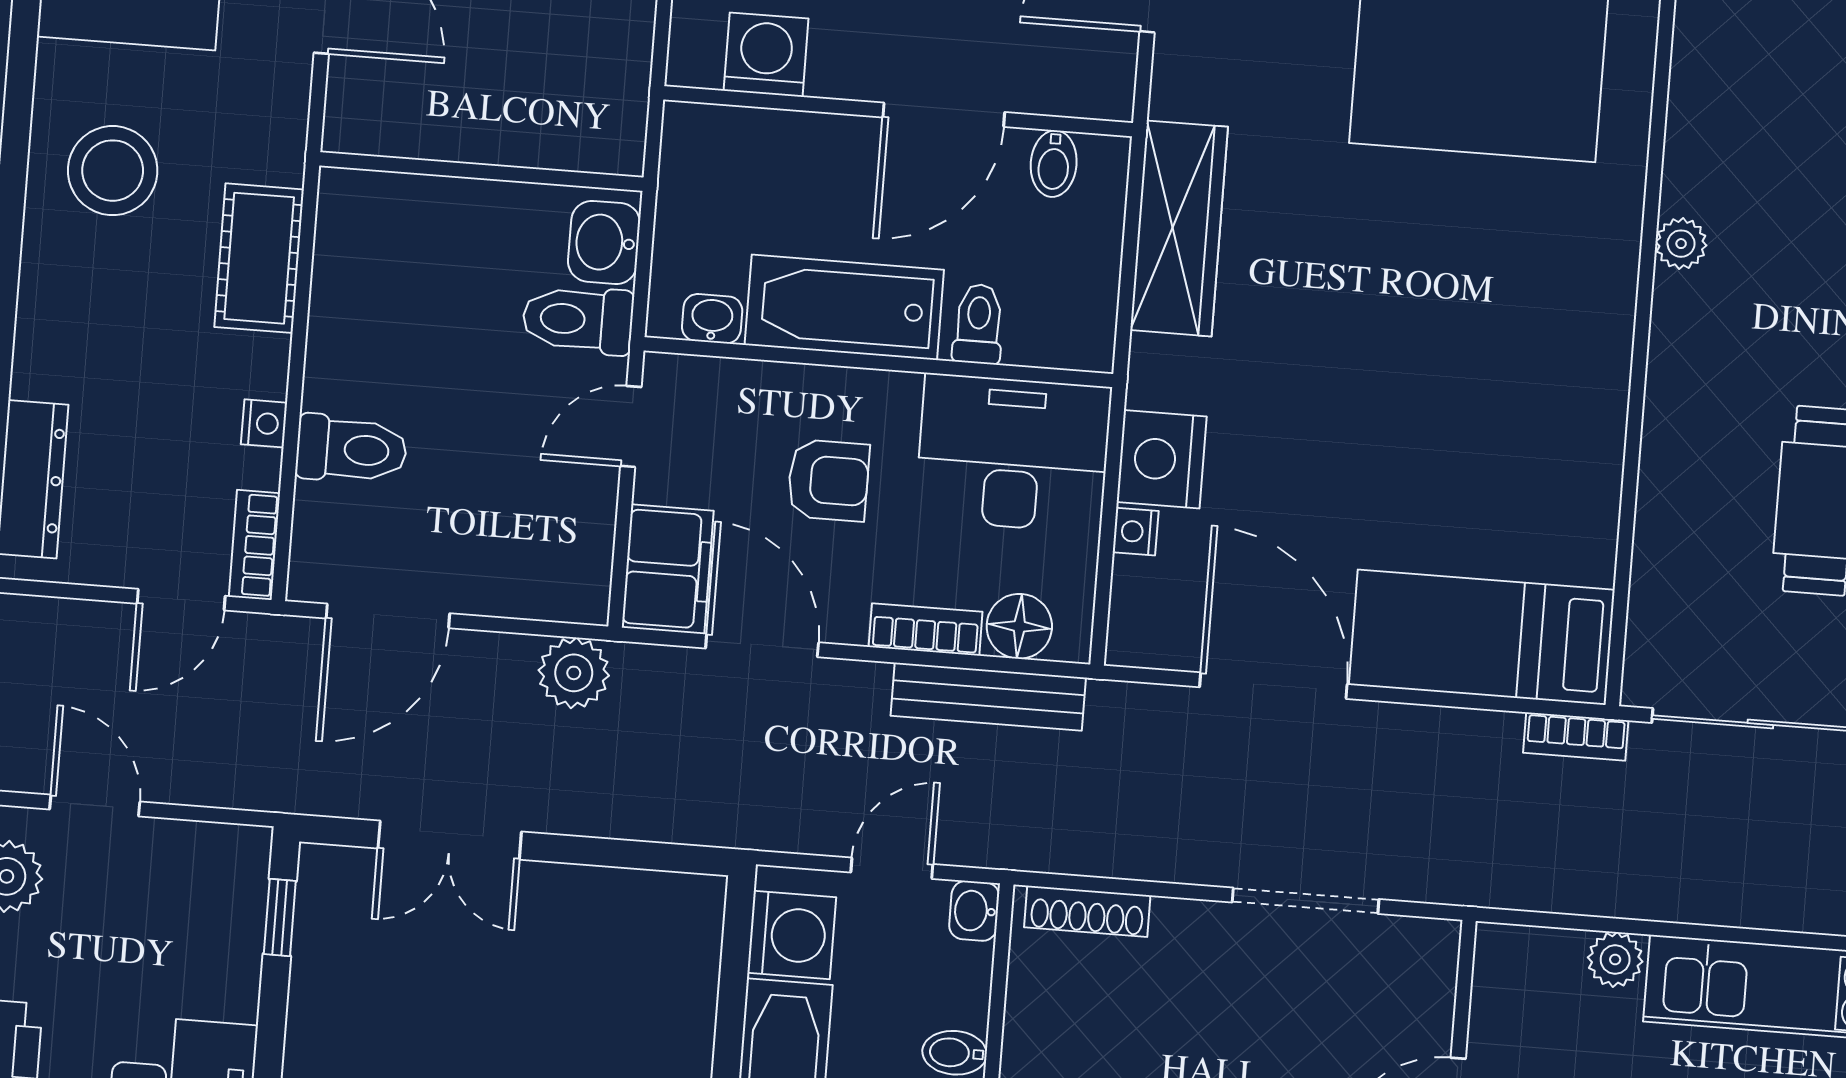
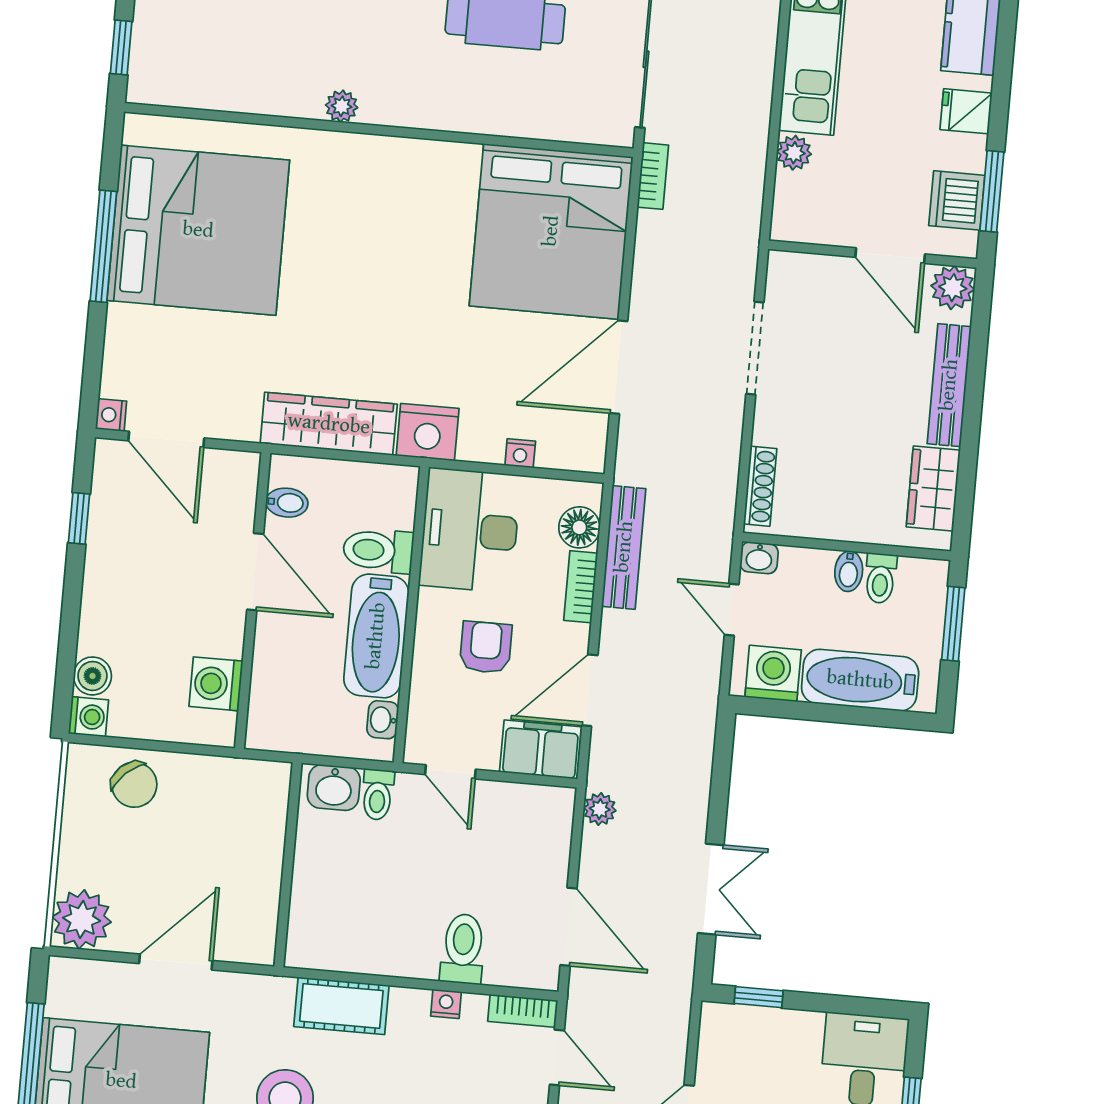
toilet: (578, 320) -> (378, 795), width x0.73, depth x0.72
toilet: (978, 324) -> (378, 551), width x1.37, depth x1.39
nightstand: (1162, 459) -> (428, 432), moved
bed: (1482, 637) -> (551, 231), width x2.04
plant: (574, 673) -> (600, 809), width x0.73, depth x0.73

